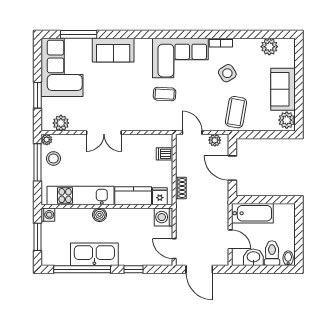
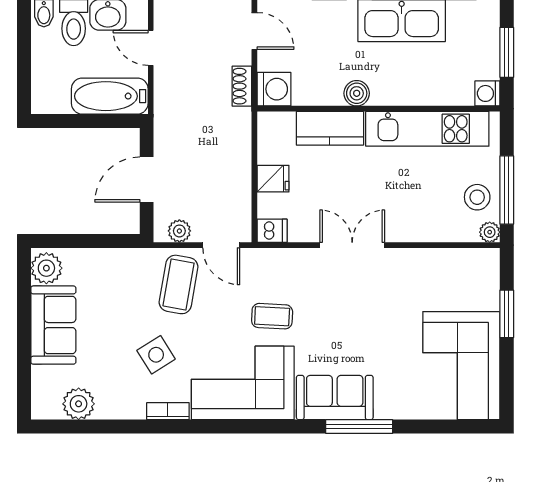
window: (79, 34) -> (359, 426), moved
sofa: (113, 50) -> (335, 397), moved
coffee table: (236, 112) -> (179, 284), moved
plant: (61, 123) -> (463, 263), removed
double door: (104, 133) -> (352, 245), moved
dishwasher: (165, 154) -> (272, 231), moved
door: (232, 168) -> (147, 180), swing flipped
shoe rack: (181, 188) -> (242, 86), moved
fridge: (160, 196) -> (273, 179), moved, turned -90
boiler: (100, 215) -> (357, 93), moved

